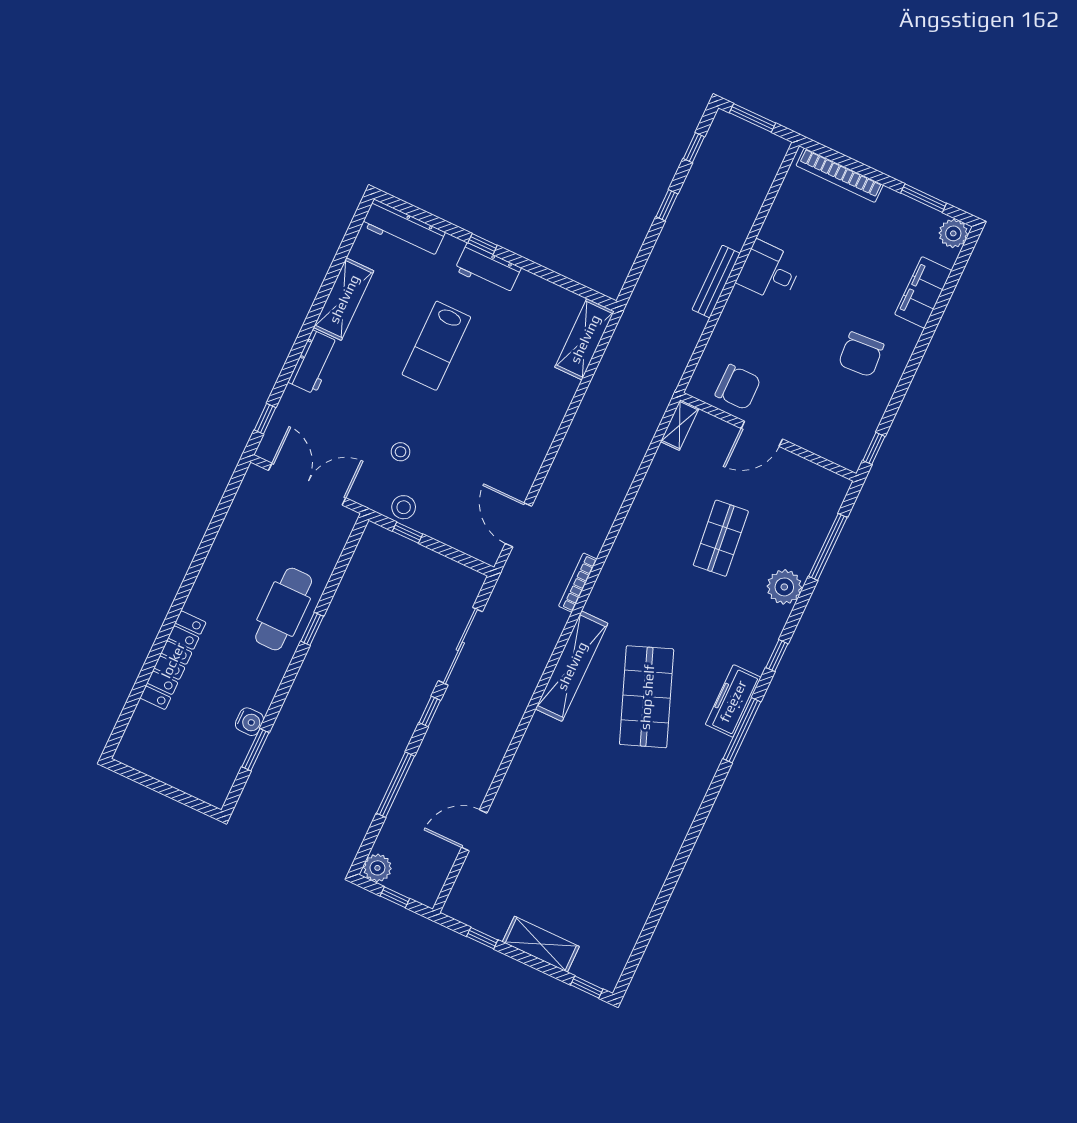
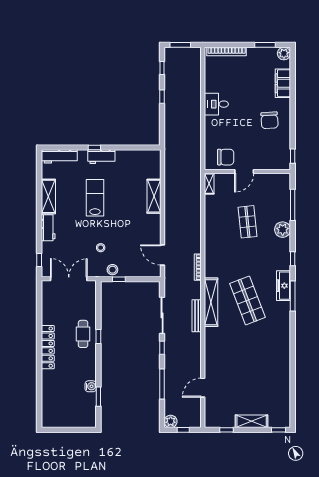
bench: (716, 281) -> (197, 316), moved
shelving: (585, 339) -> (154, 196), moved
lab bench: (436, 346) -> (95, 198), turned 180
cafe table: (284, 609) -> (83, 334), width x0.73, depth x0.74
locker: (173, 660) -> (48, 347), moved

